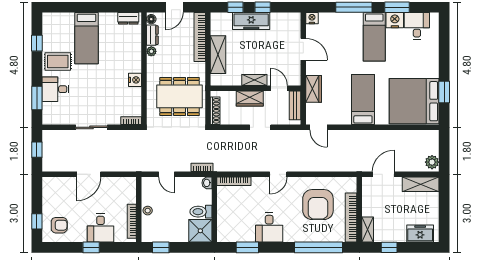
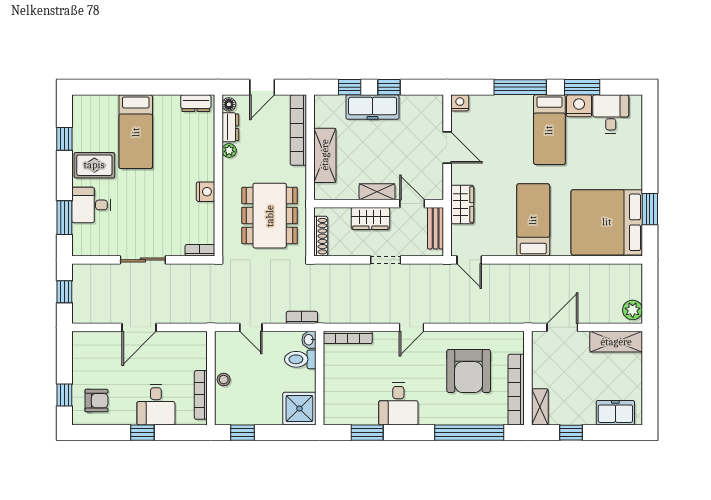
dining table: (180, 96) -> (270, 216), turned 90
toilet: (201, 212) -> (300, 359), moved

